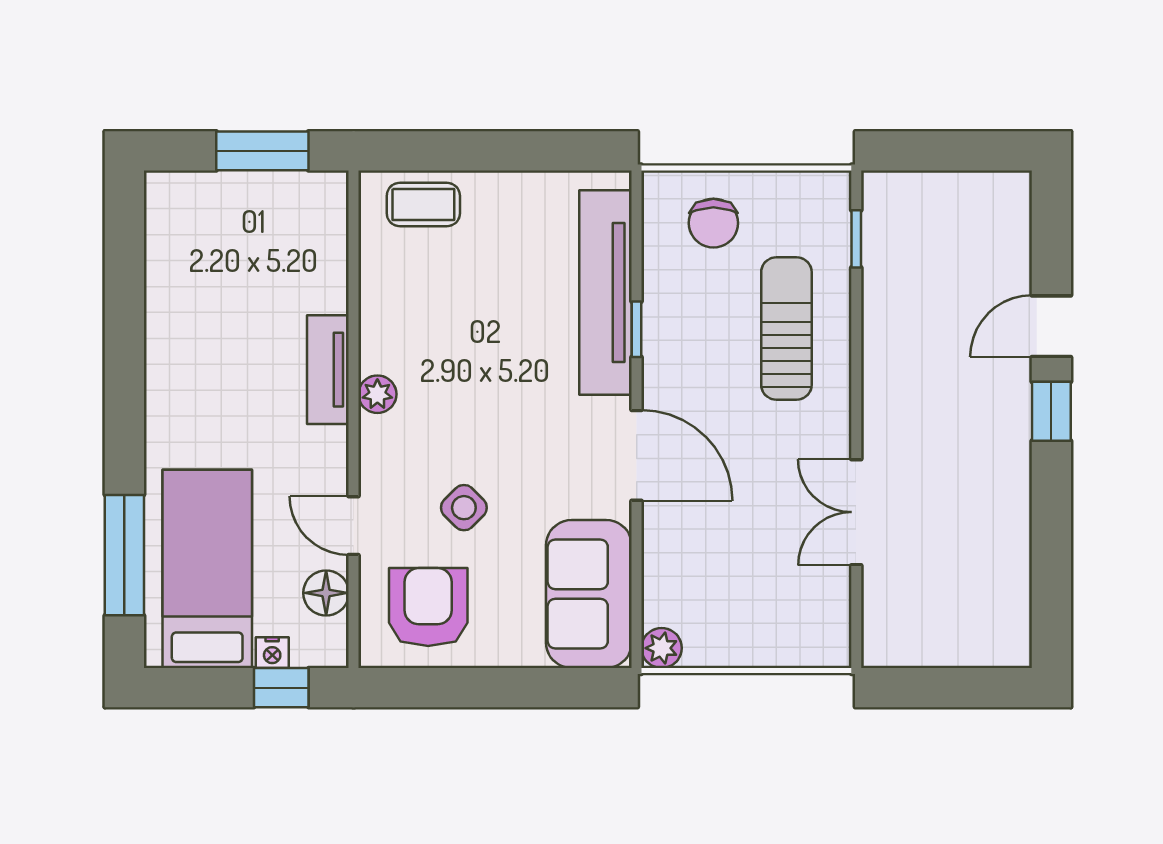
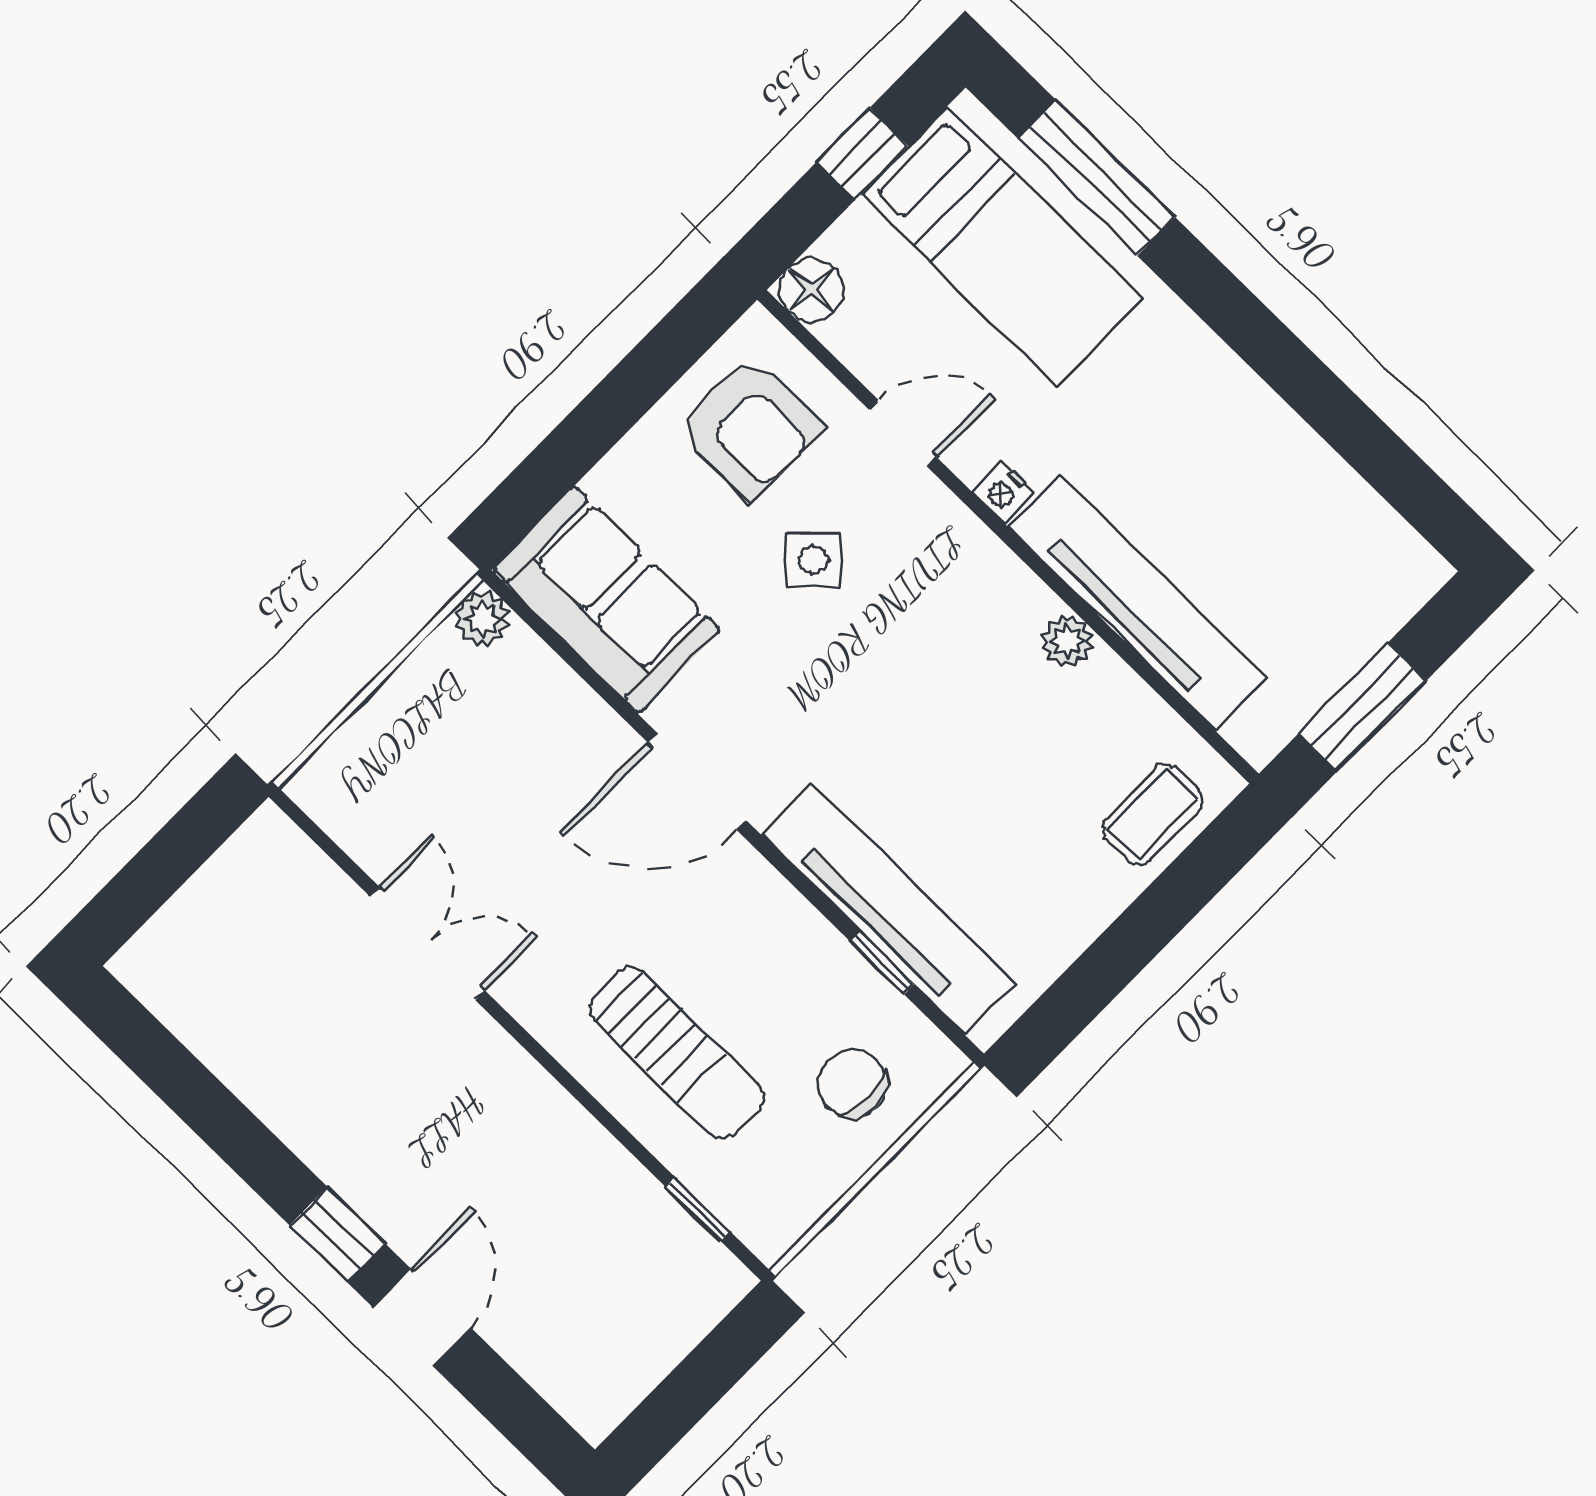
window: (637, 329) -> (882, 963), moved
tv unit: (328, 370) -> (1137, 602), width x1.92, depth x1.29
plant: (377, 394) -> (1067, 641), moved
floor lamp: (326, 593) -> (811, 290), moved
nightstand: (272, 653) -> (1003, 492), moved, turned -90
window: (281, 688) -> (862, 154), moved

